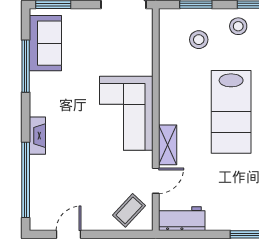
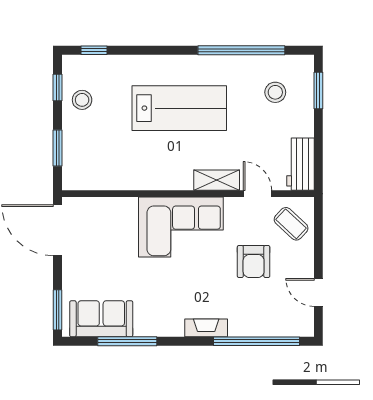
stool: (199, 40) -> (275, 92), moved
armchair: (96, 177) -> (254, 261), added

